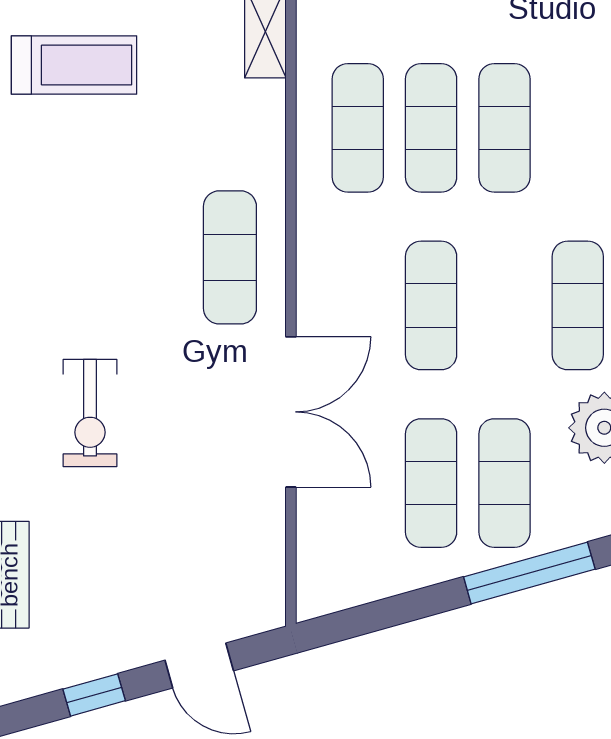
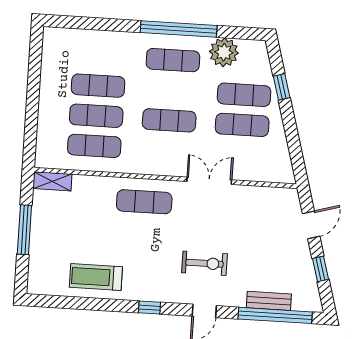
treadmill: (74, 65) -> (96, 277), moved, turned -90
double door: (291, 412) -> (209, 181), width x0.73
window: (529, 573) -> (282, 87), width x0.46

